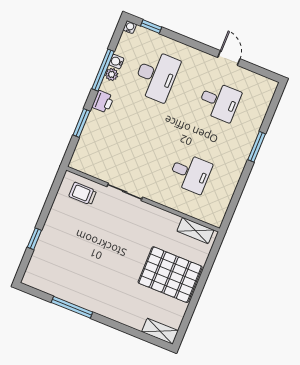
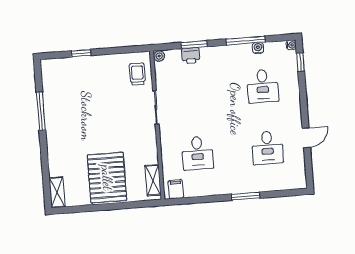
plant: (112, 74) -> (159, 56), moved
desk: (156, 76) -> (263, 86), width x0.73
printer: (103, 102) -> (191, 56), moved
filing cabinet: (215, 212) -> (176, 189), added

